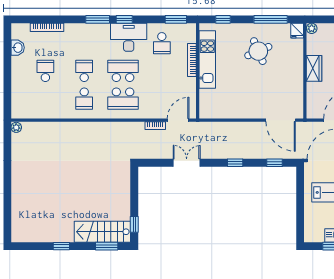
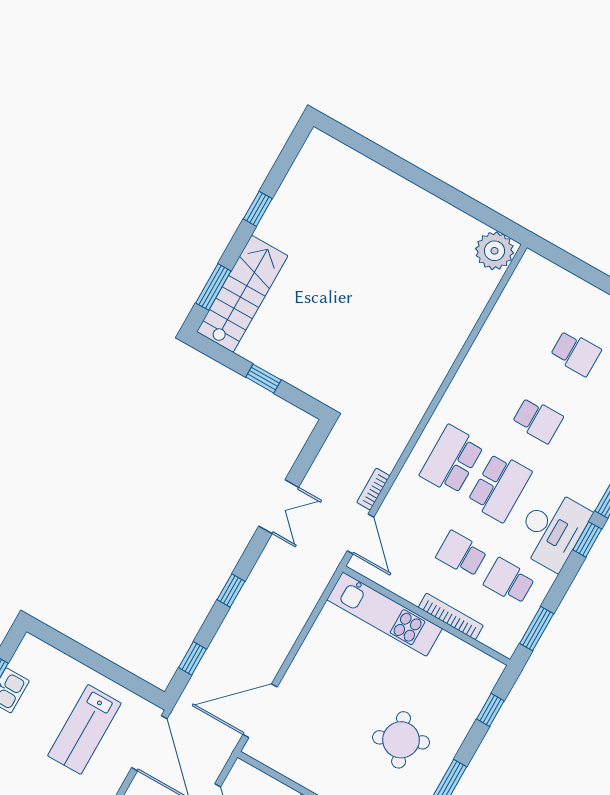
kitchen unit: (207, 60) -> (385, 614), moved
school desk: (84, 99) -> (461, 554), moved
plant: (16, 127) -> (495, 251), width x1.87, depth x1.87
window: (134, 224) -> (263, 379), moved

